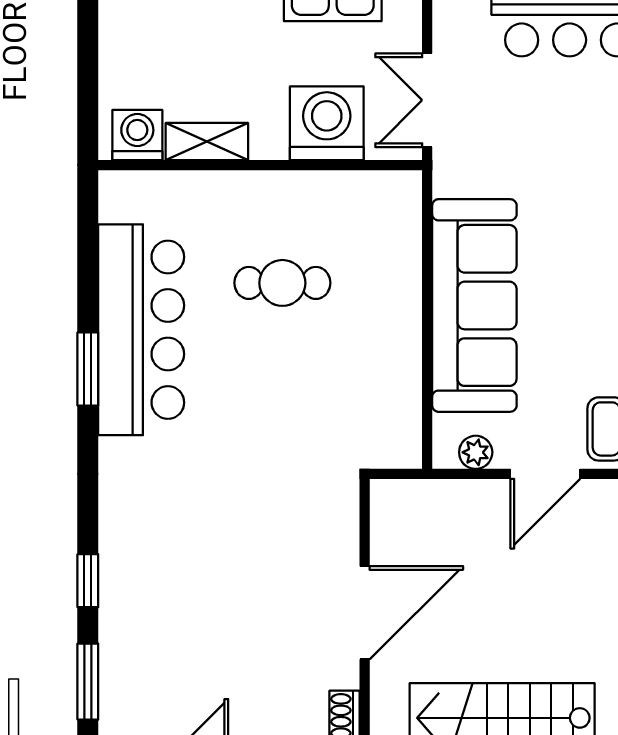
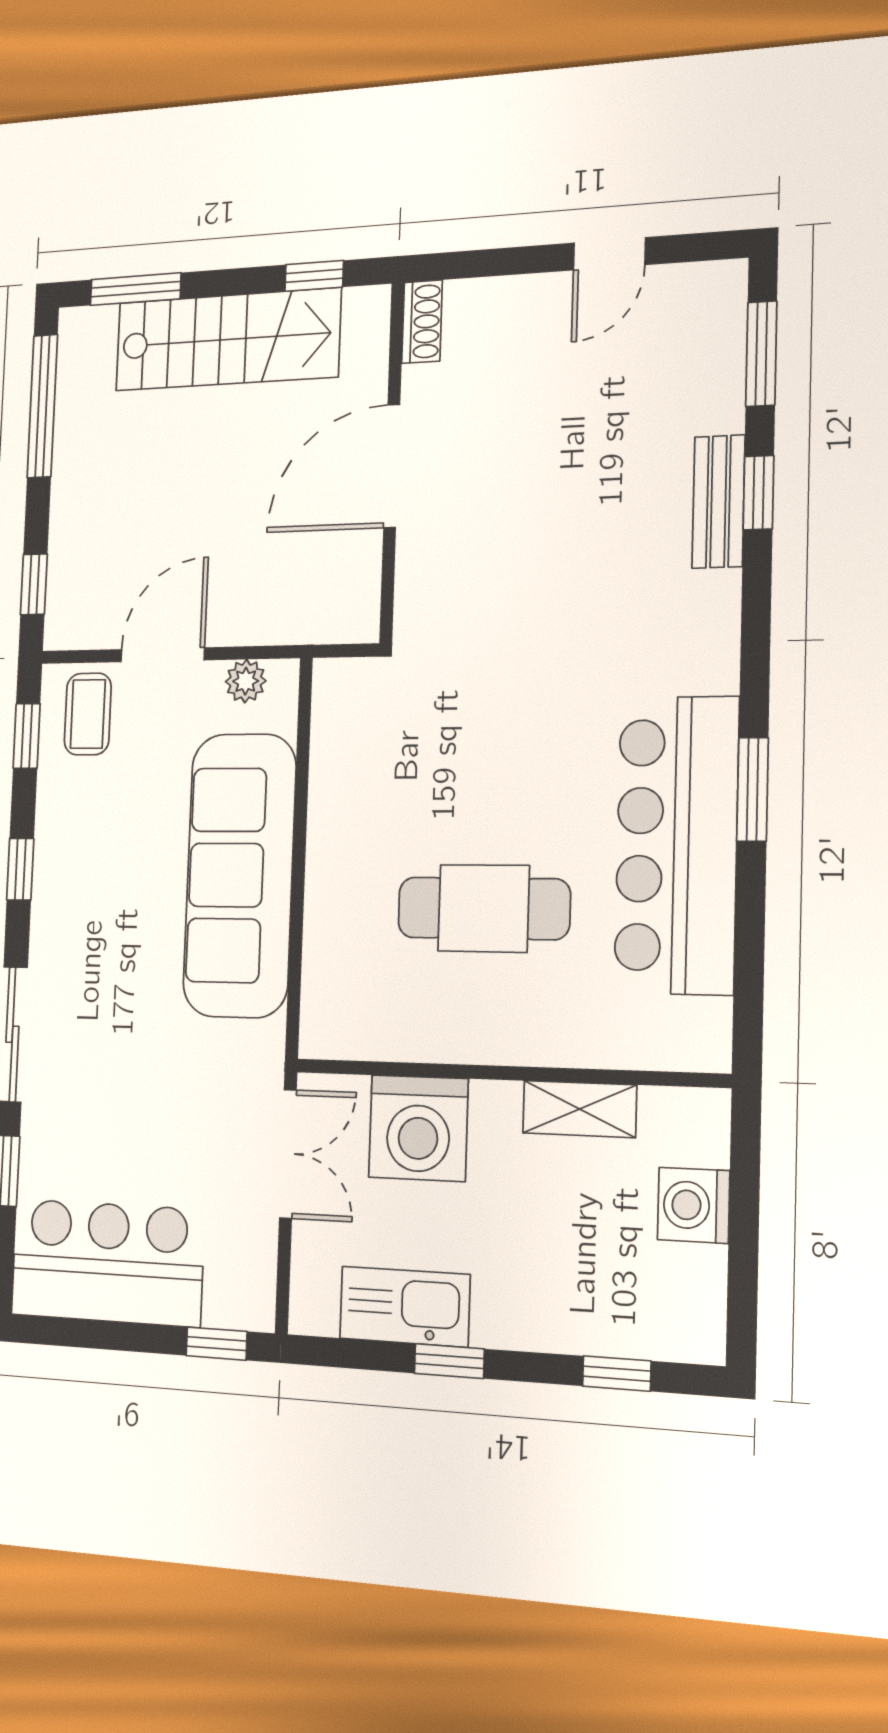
washing machine: (137, 135) -> (694, 1205), moved, turned 90
cafe table: (282, 283) -> (484, 908), width x1.37, depth x1.35
bench: (116, 576) -> (718, 502), added

